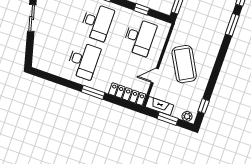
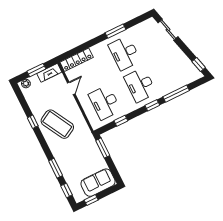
sliding door: (32, 18) -> (168, 30), moved
coffee table: (184, 64) -> (57, 124), moved
window: (93, 92) -> (115, 31), moved
window: (204, 106) -> (33, 122), moved

